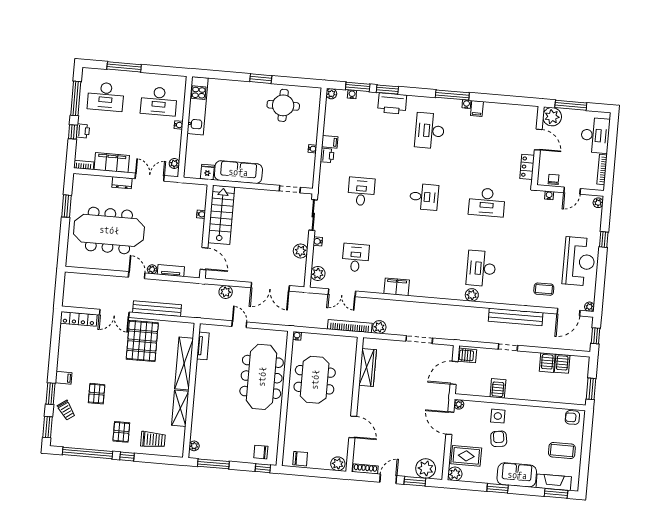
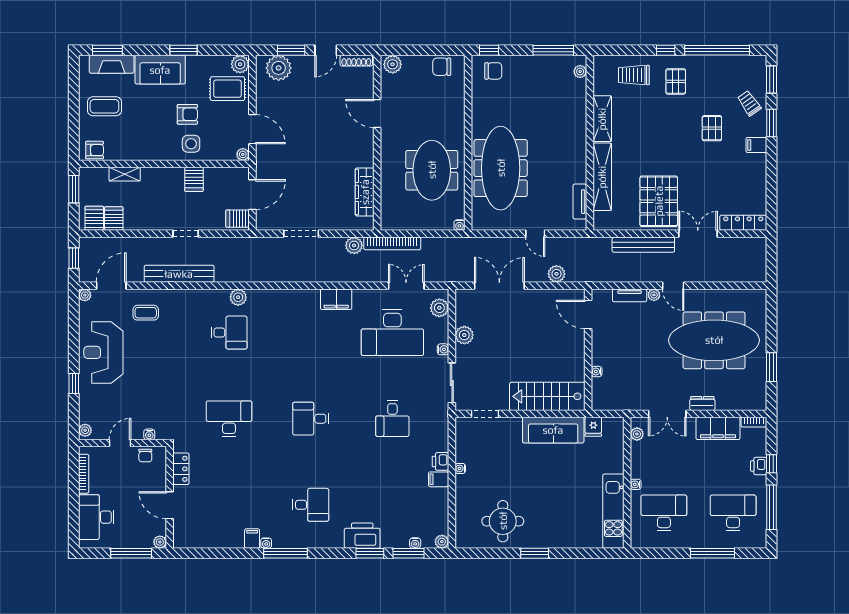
plant: (552, 117) -> (160, 542), width x0.53, depth x0.53
desk: (430, 131) -> (311, 505), width x0.73
stairs: (221, 215) -> (547, 396), moved, turned 90
desk: (356, 258) -> (392, 333), width x1.87, depth x1.30
desk: (481, 268) -> (229, 333), width x0.73
server rack: (547, 363) -> (94, 218), moved
shelving: (551, 397) -> (125, 174), added
armchair: (499, 439) -> (187, 114), turned -82

